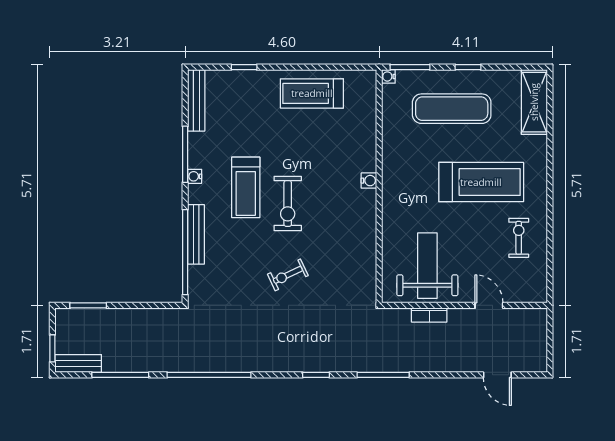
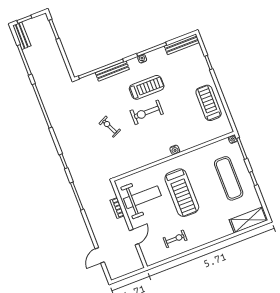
treadmill: (481, 182) -> (182, 193), moved
treadmill: (246, 187) -> (147, 87), turned 180

